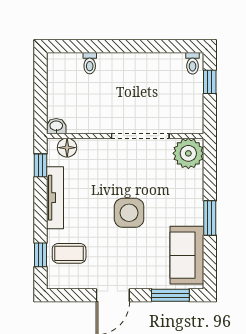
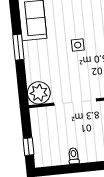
toilet: (193, 63) -> (74, 156), moved
side table: (129, 213) -> (78, 45), width x0.54, depth x0.54

